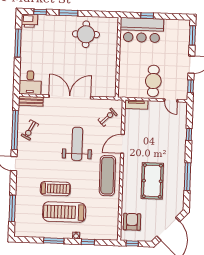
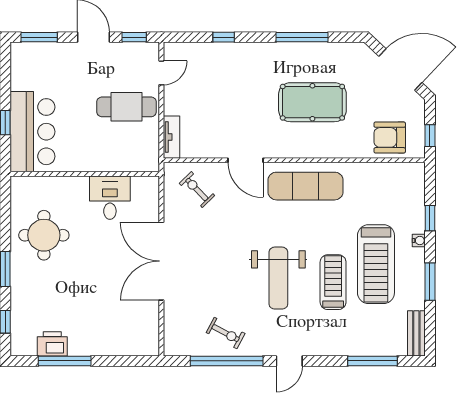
printer: (29, 21) -> (52, 344), moved, turned -90
desk: (30, 83) -> (110, 198), moved, turned -90
bench: (31, 101) -> (416, 333), moved
weight bench: (77, 144) -> (278, 278), moved, turned -90

